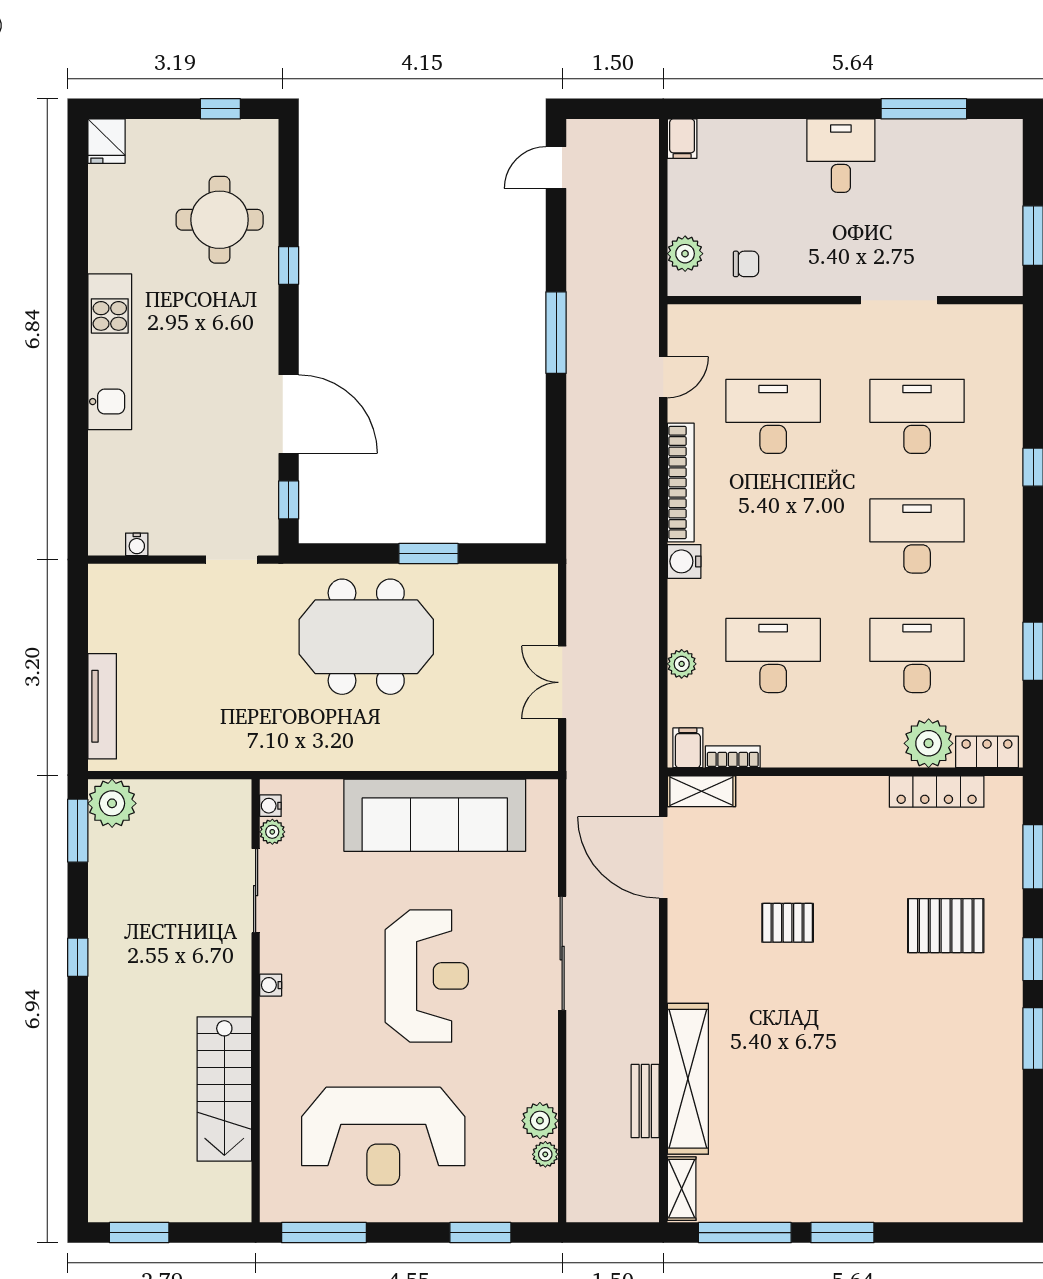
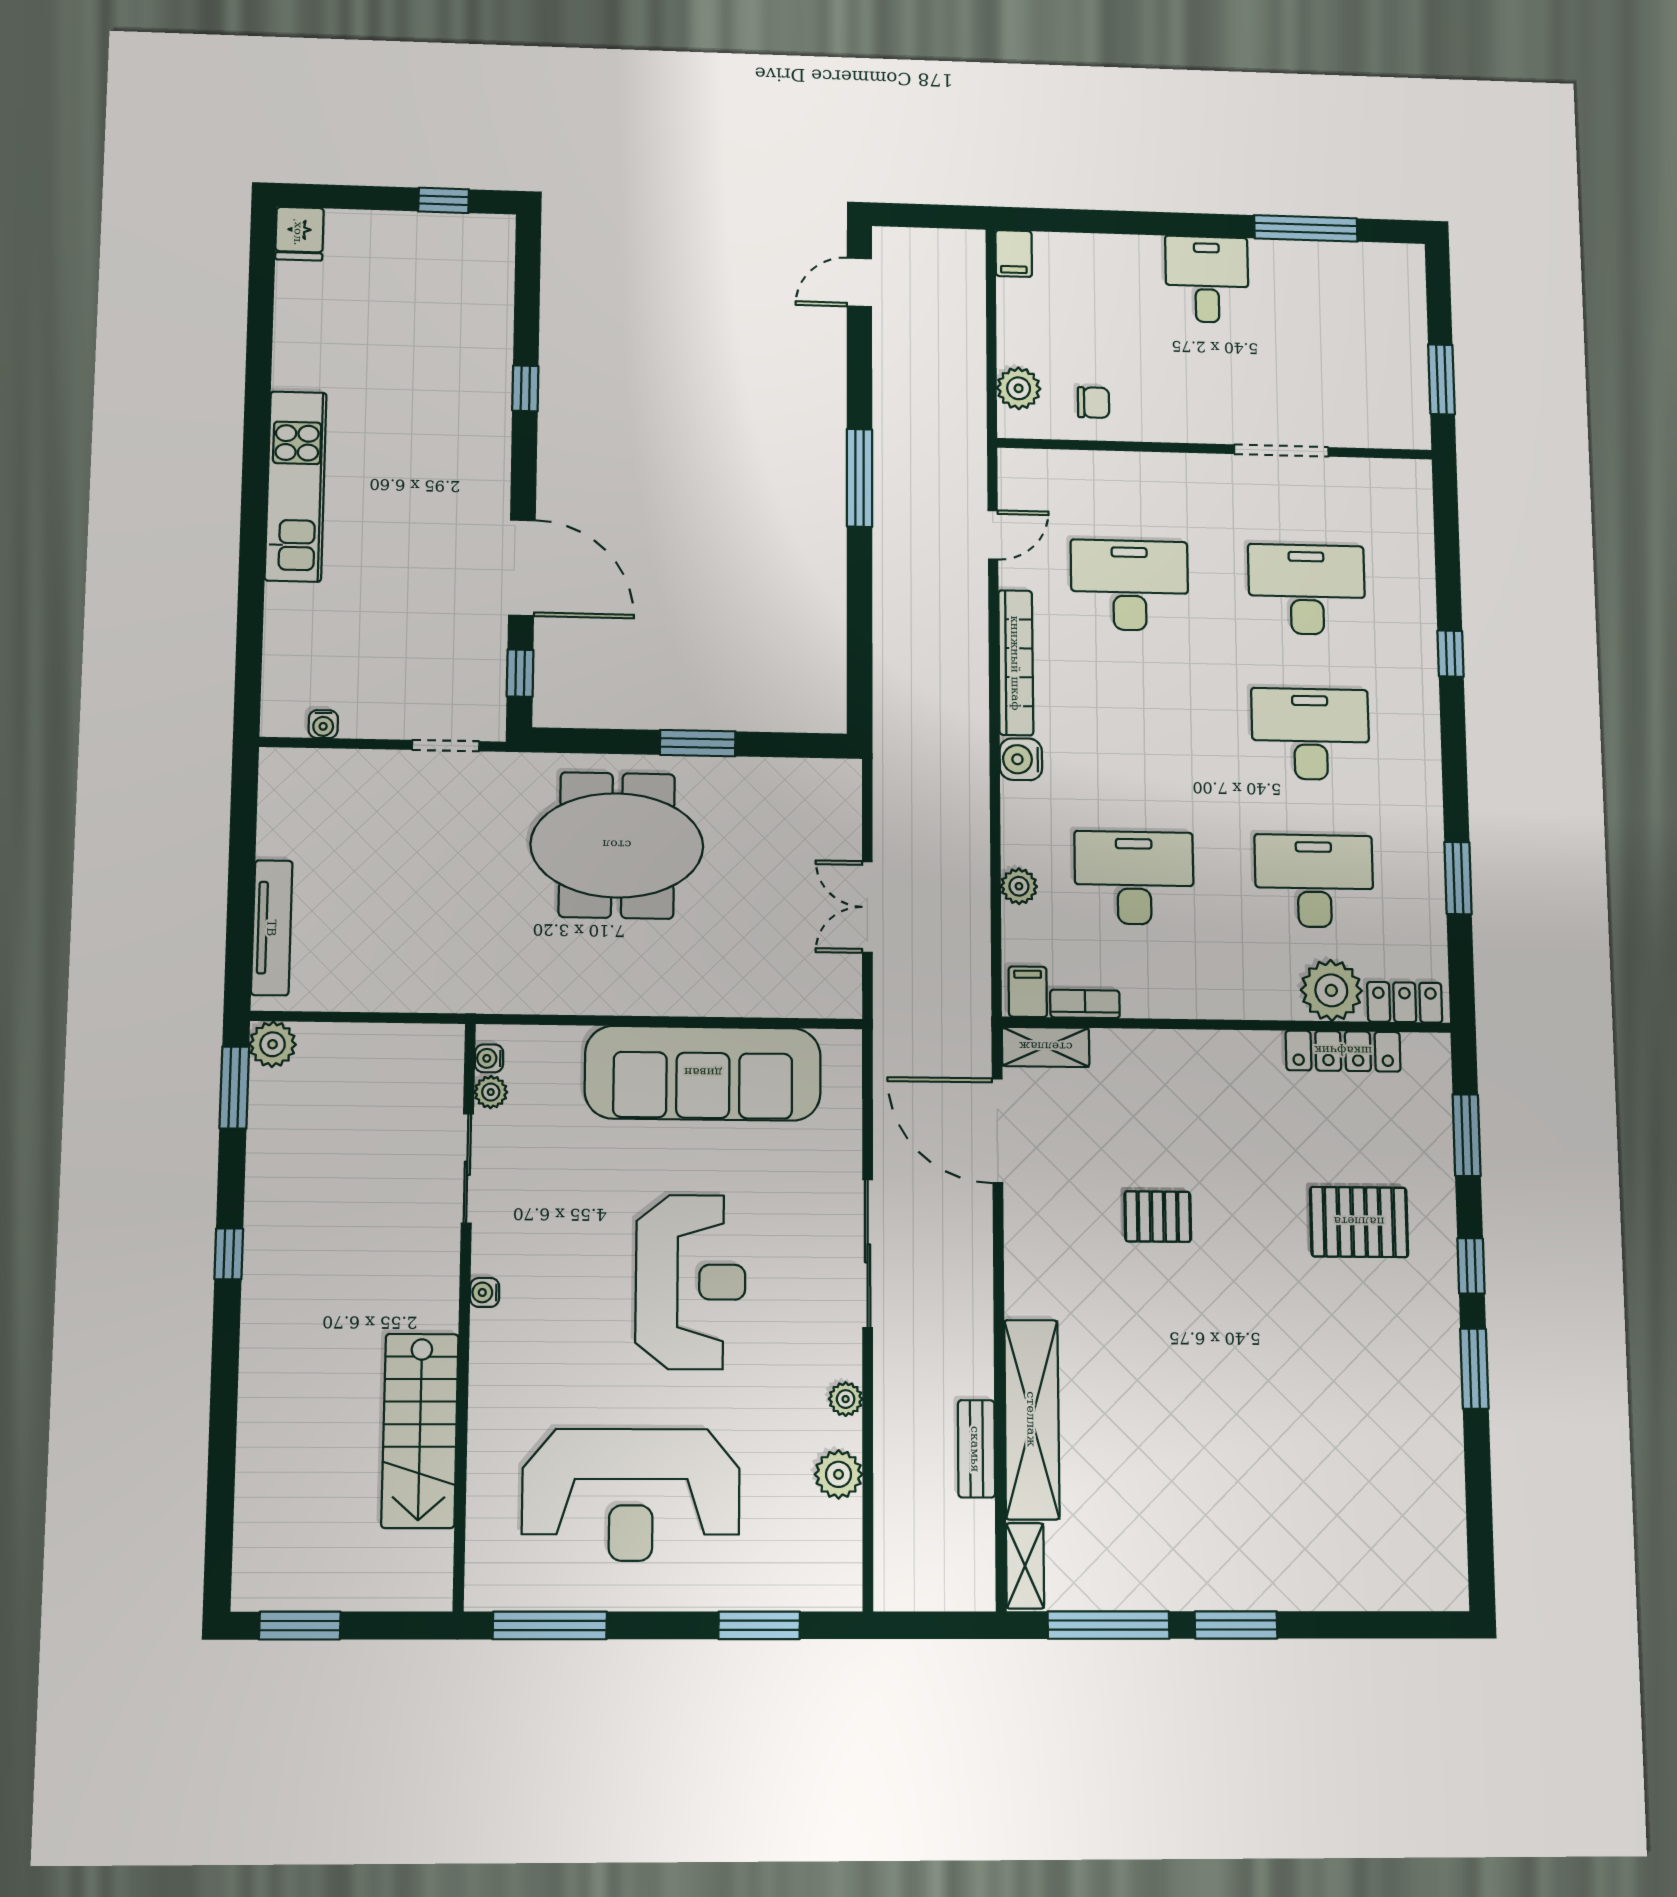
round table: (220, 220) -> (439, 331), removed
plant: (112, 803) -> (273, 1044), width x0.73, depth x0.73
plant: (545, 1154) -> (846, 1399), moved

